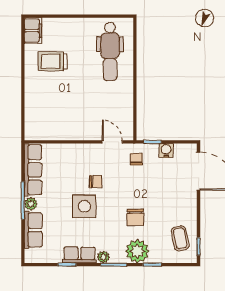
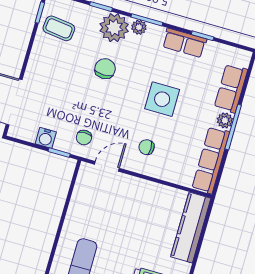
kitchen counter: (33, 113) -> (191, 227), added
door: (112, 142) -> (107, 166), swing flipped
chair: (96, 182) -> (147, 147), moved
coffee table: (180, 238) -> (59, 28), turned -72
plant: (103, 257) -> (139, 27), moved

